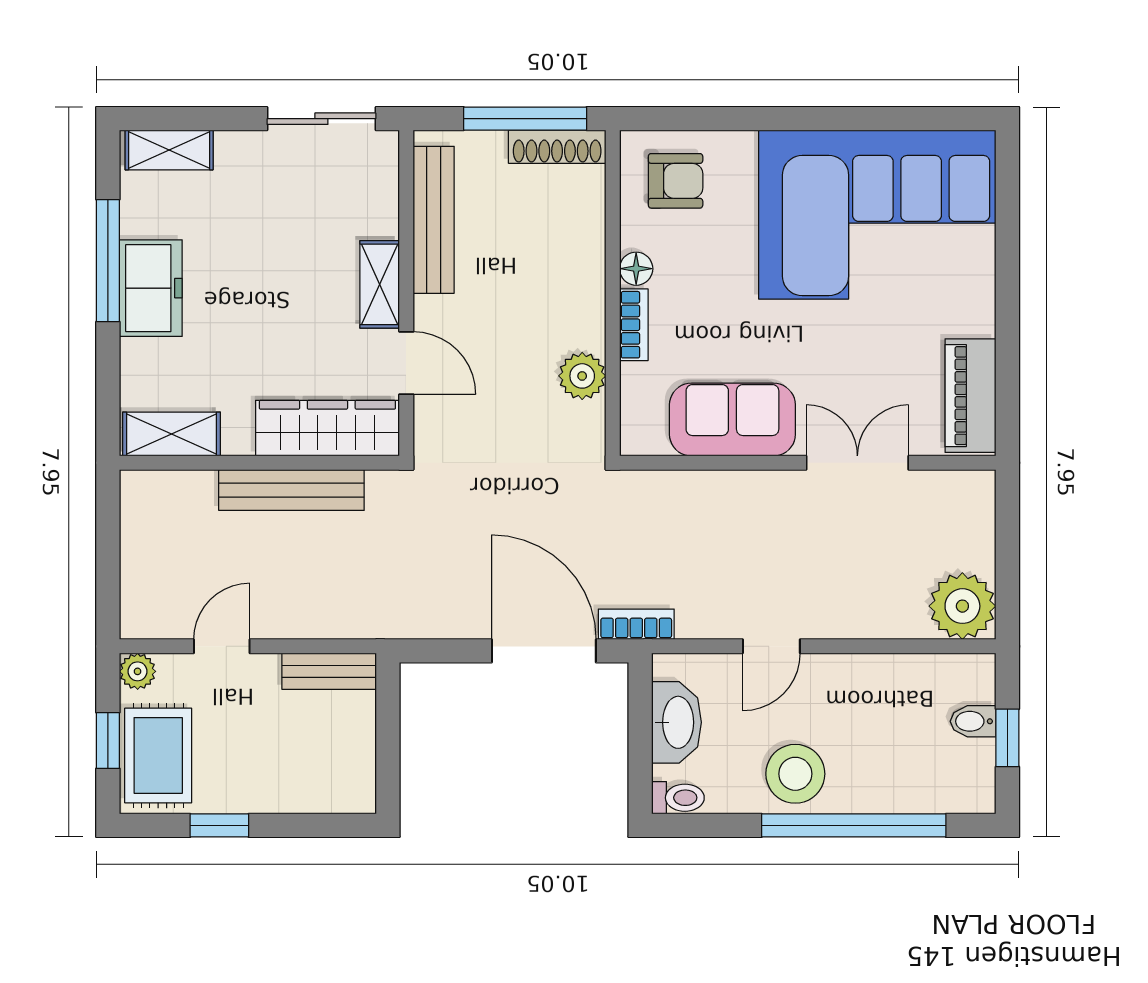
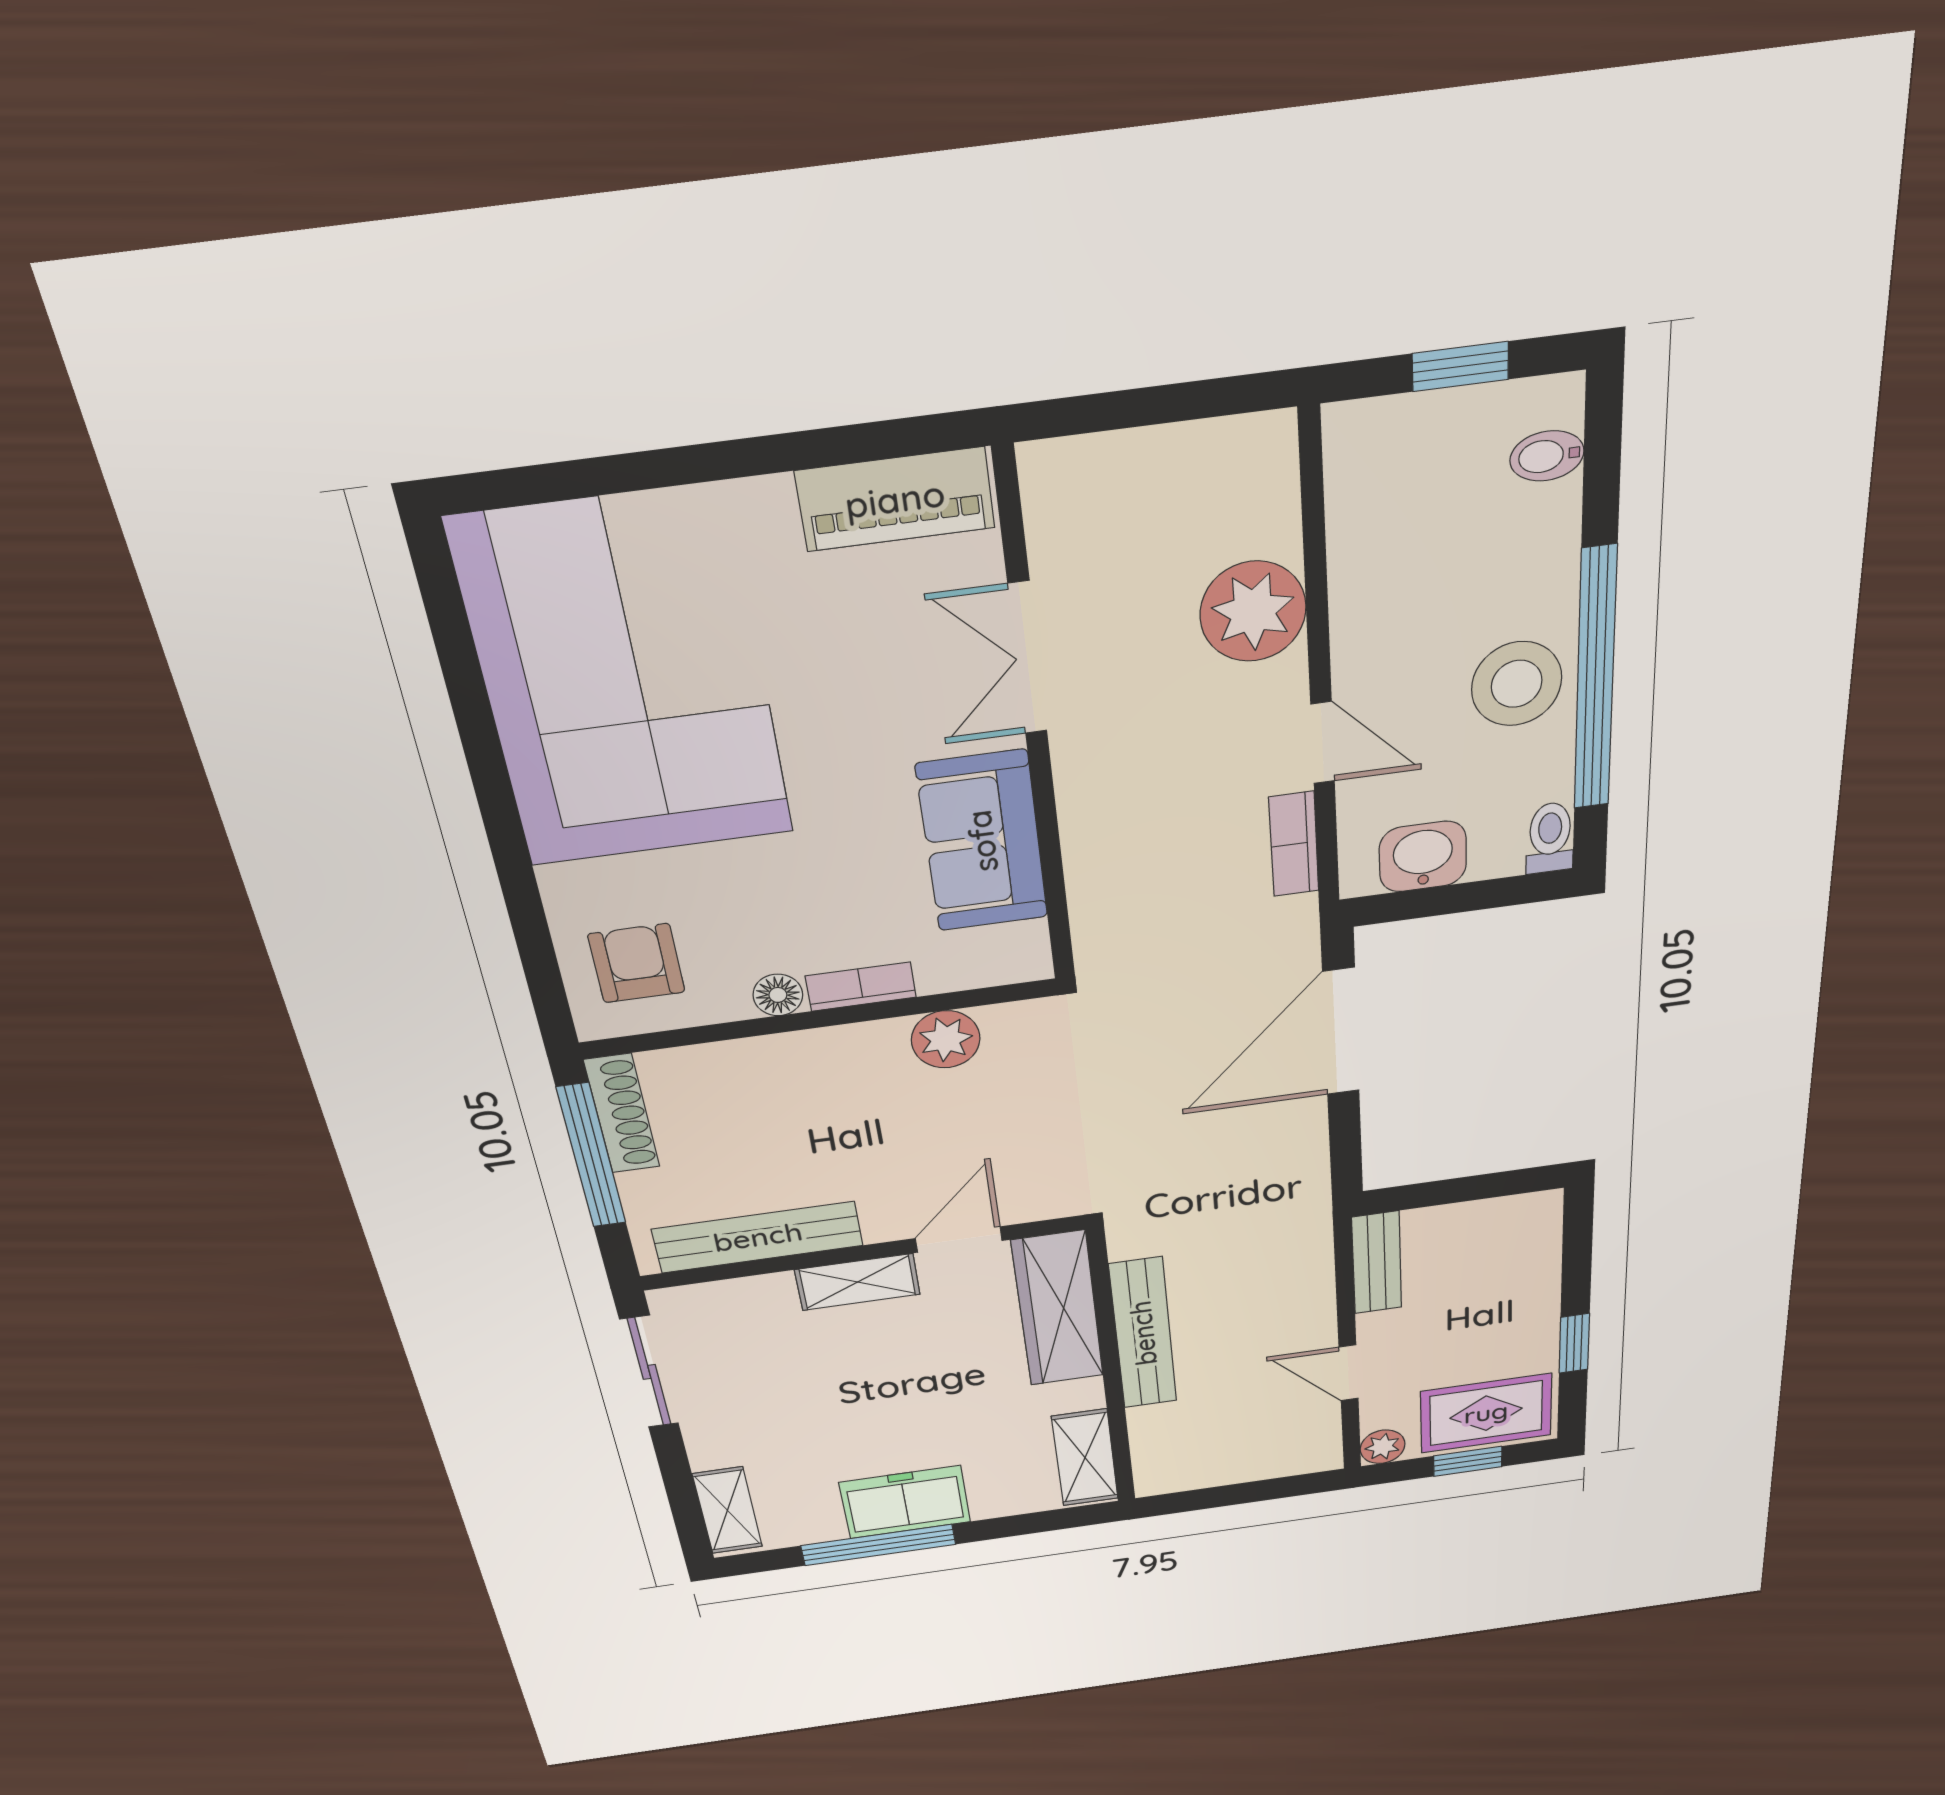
plant: (962, 606) -> (1253, 611), moved
bookcase: (636, 624) -> (1294, 844), moved
bidet: (973, 721) -> (1547, 456), moved, turned 90
washbasin: (677, 722) -> (1423, 857), width x0.72
window: (854, 825) -> (1595, 680), moved

